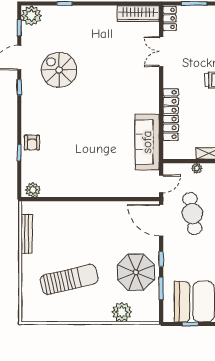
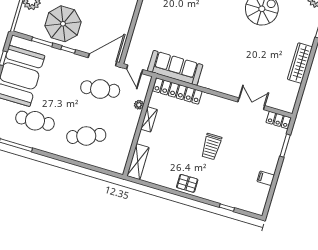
wardrobe: (138, 14) -> (300, 63), moved
locker: (171, 115) -> (177, 91), moved

